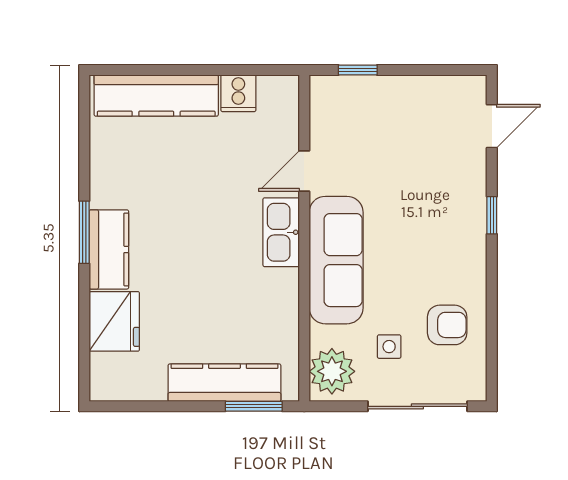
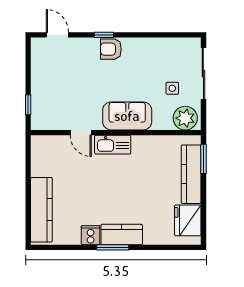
cooker: (238, 93) -> (91, 235), moved, turned -90
sofa: (336, 260) -> (127, 116), width x0.73
fridge: (114, 321) -> (188, 220), moved, turned -90
armchair: (447, 325) -> (111, 49), moved, turned -90

